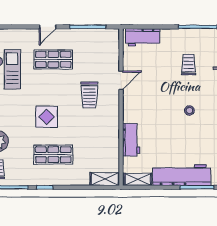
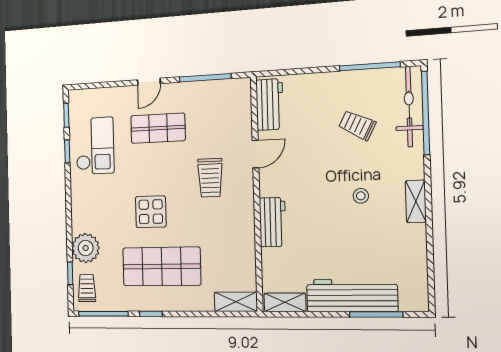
workbench: (143, 37) -> (270, 105), moved, turned -90
trolley: (189, 65) -> (357, 125), turned -63
workbench: (131, 140) -> (272, 222), moved
shop shelf: (53, 155) -> (162, 266), width x1.43, depth x1.36

